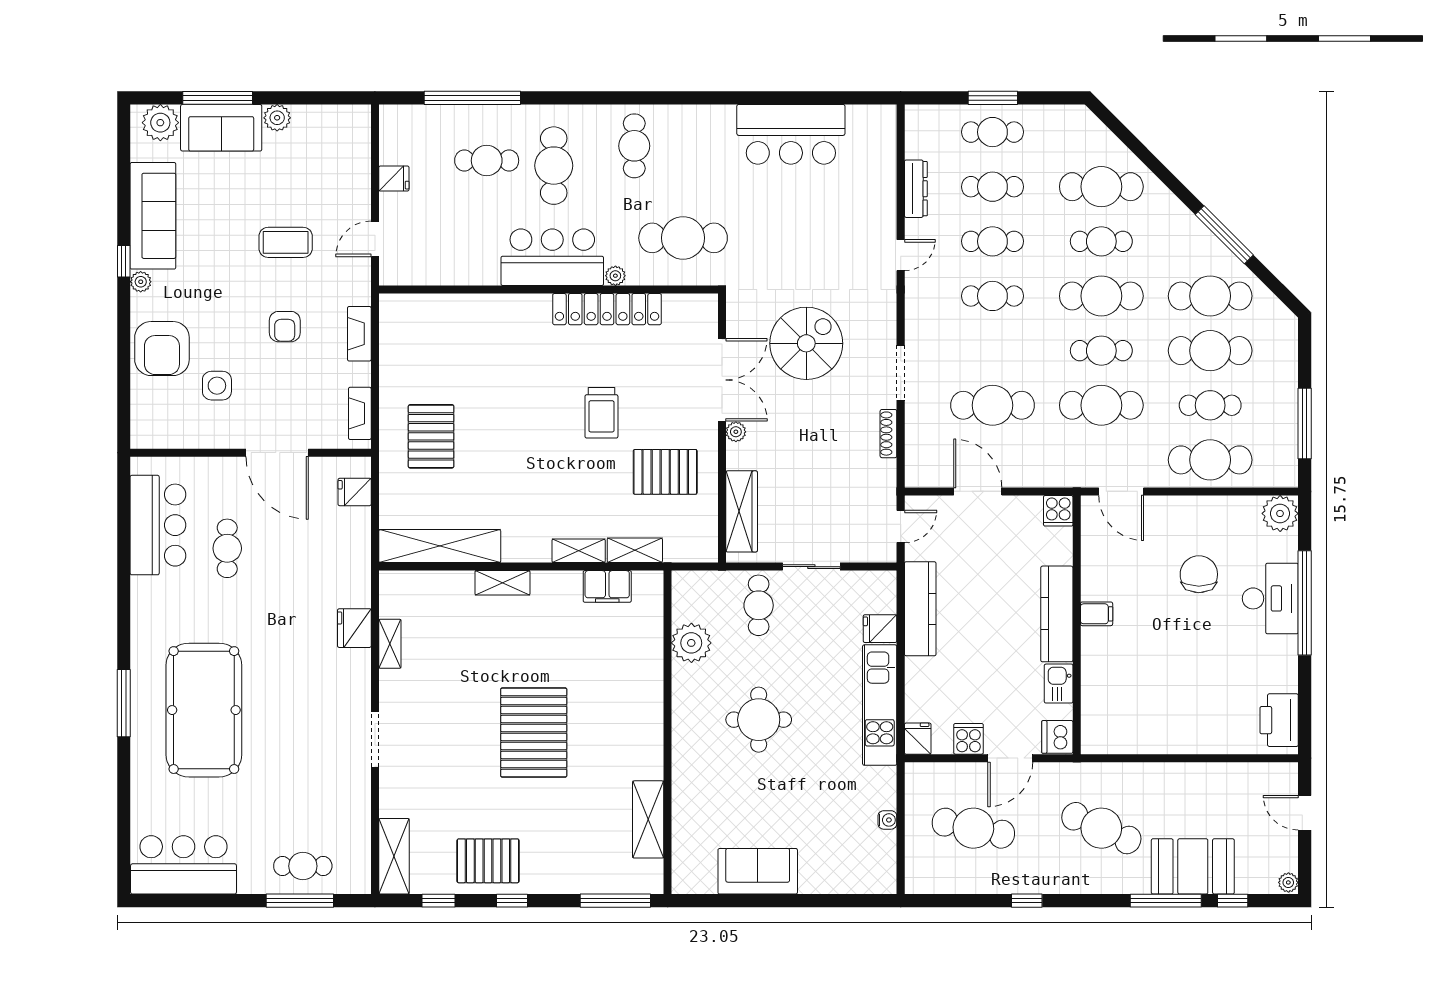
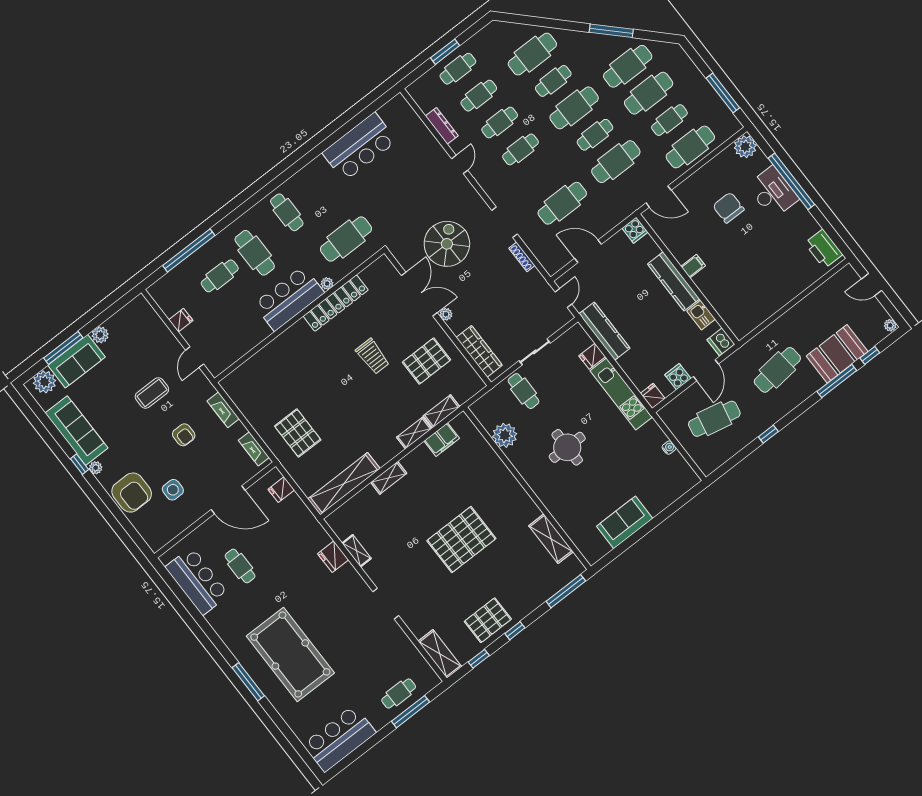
pallet: (534, 733) -> (461, 540), turned 90
cafe table: (1101, 828) -> (777, 370), turned -30

